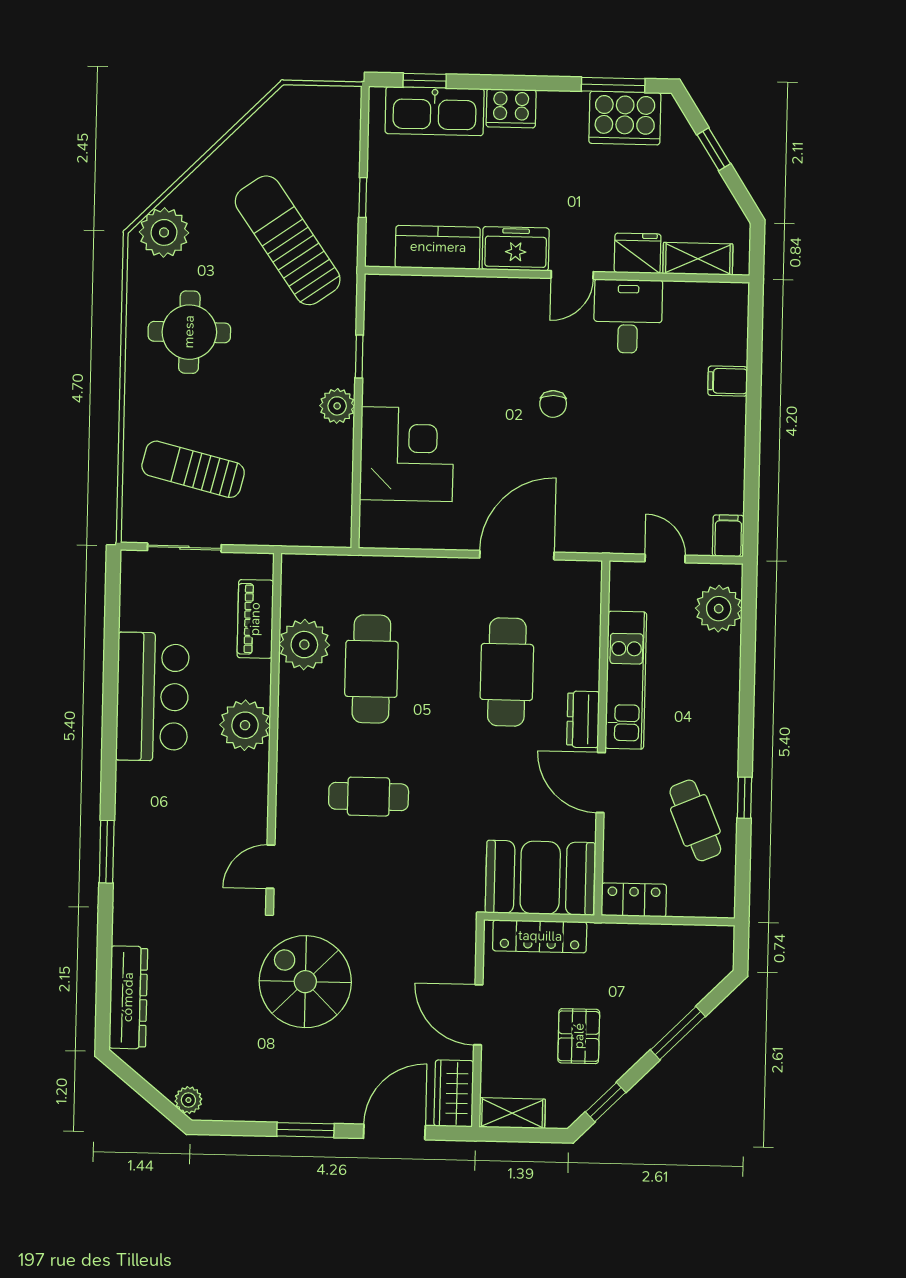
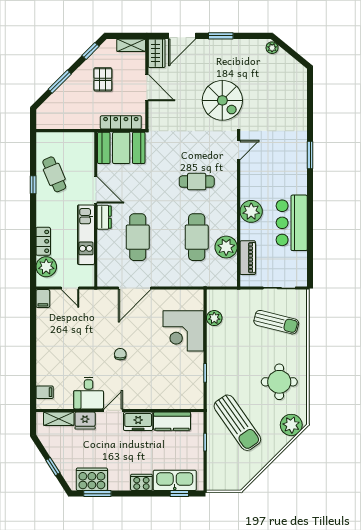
filing cabinet: (728, 381) -> (45, 392), moved
plant: (337, 406) -> (214, 318), moved
locker: (634, 900) -> (43, 241), moved, turned -90
dresser: (128, 997) -> (299, 92), removed

